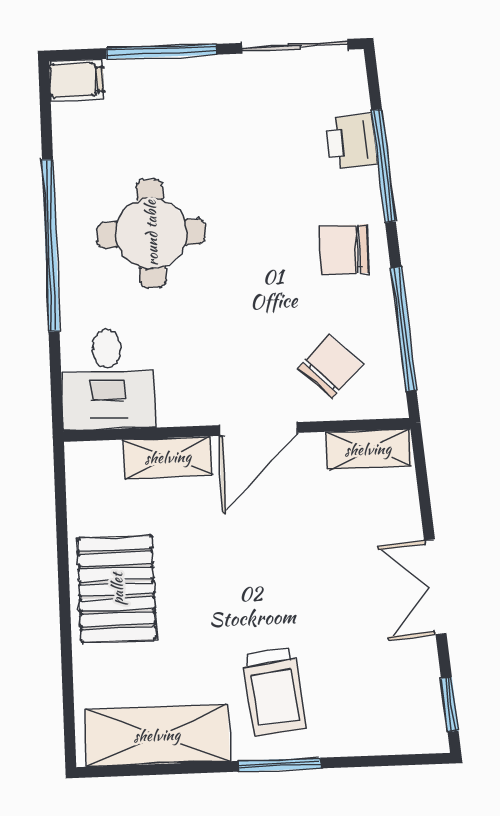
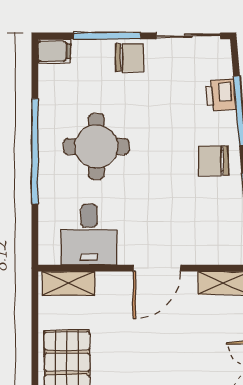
chair: (330, 366) -> (130, 58), moved, turned 46
desk: (108, 380) -> (89, 234), moved
shelving: (168, 457) -> (69, 283), moved

